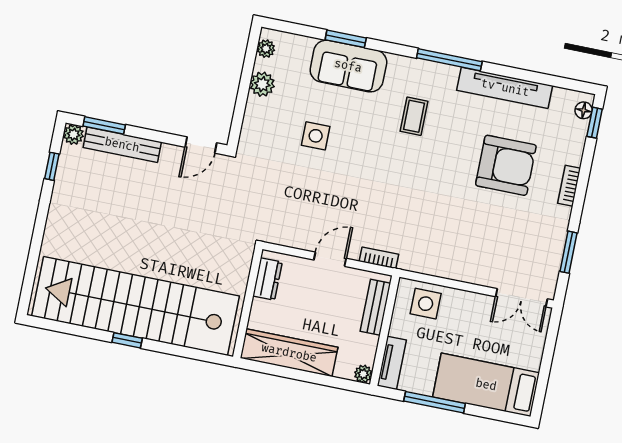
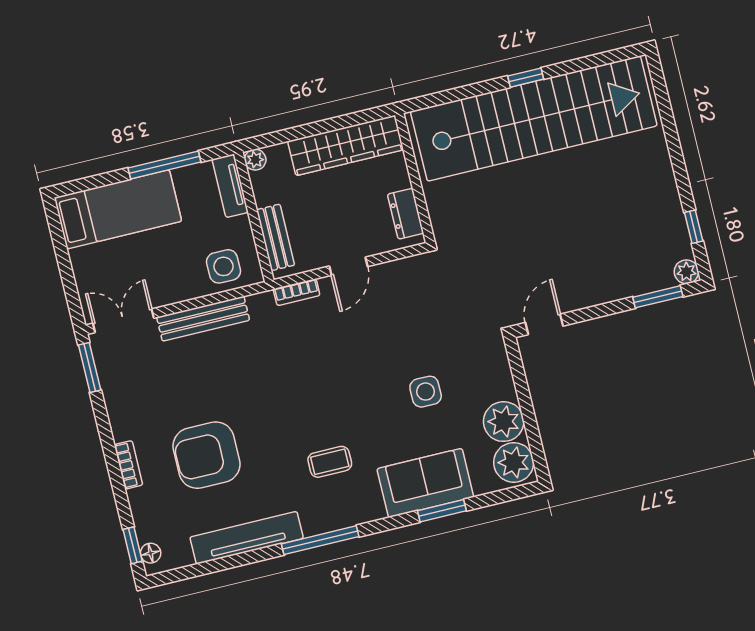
plant: (266, 49) -> (514, 462), width x1.87, depth x1.87
plant: (262, 84) -> (504, 422), width x1.36, depth x1.36
coffee table: (414, 116) -> (330, 462), turned 90
bench: (122, 145) -> (203, 319), moved
window: (568, 252) -> (90, 367), moved

